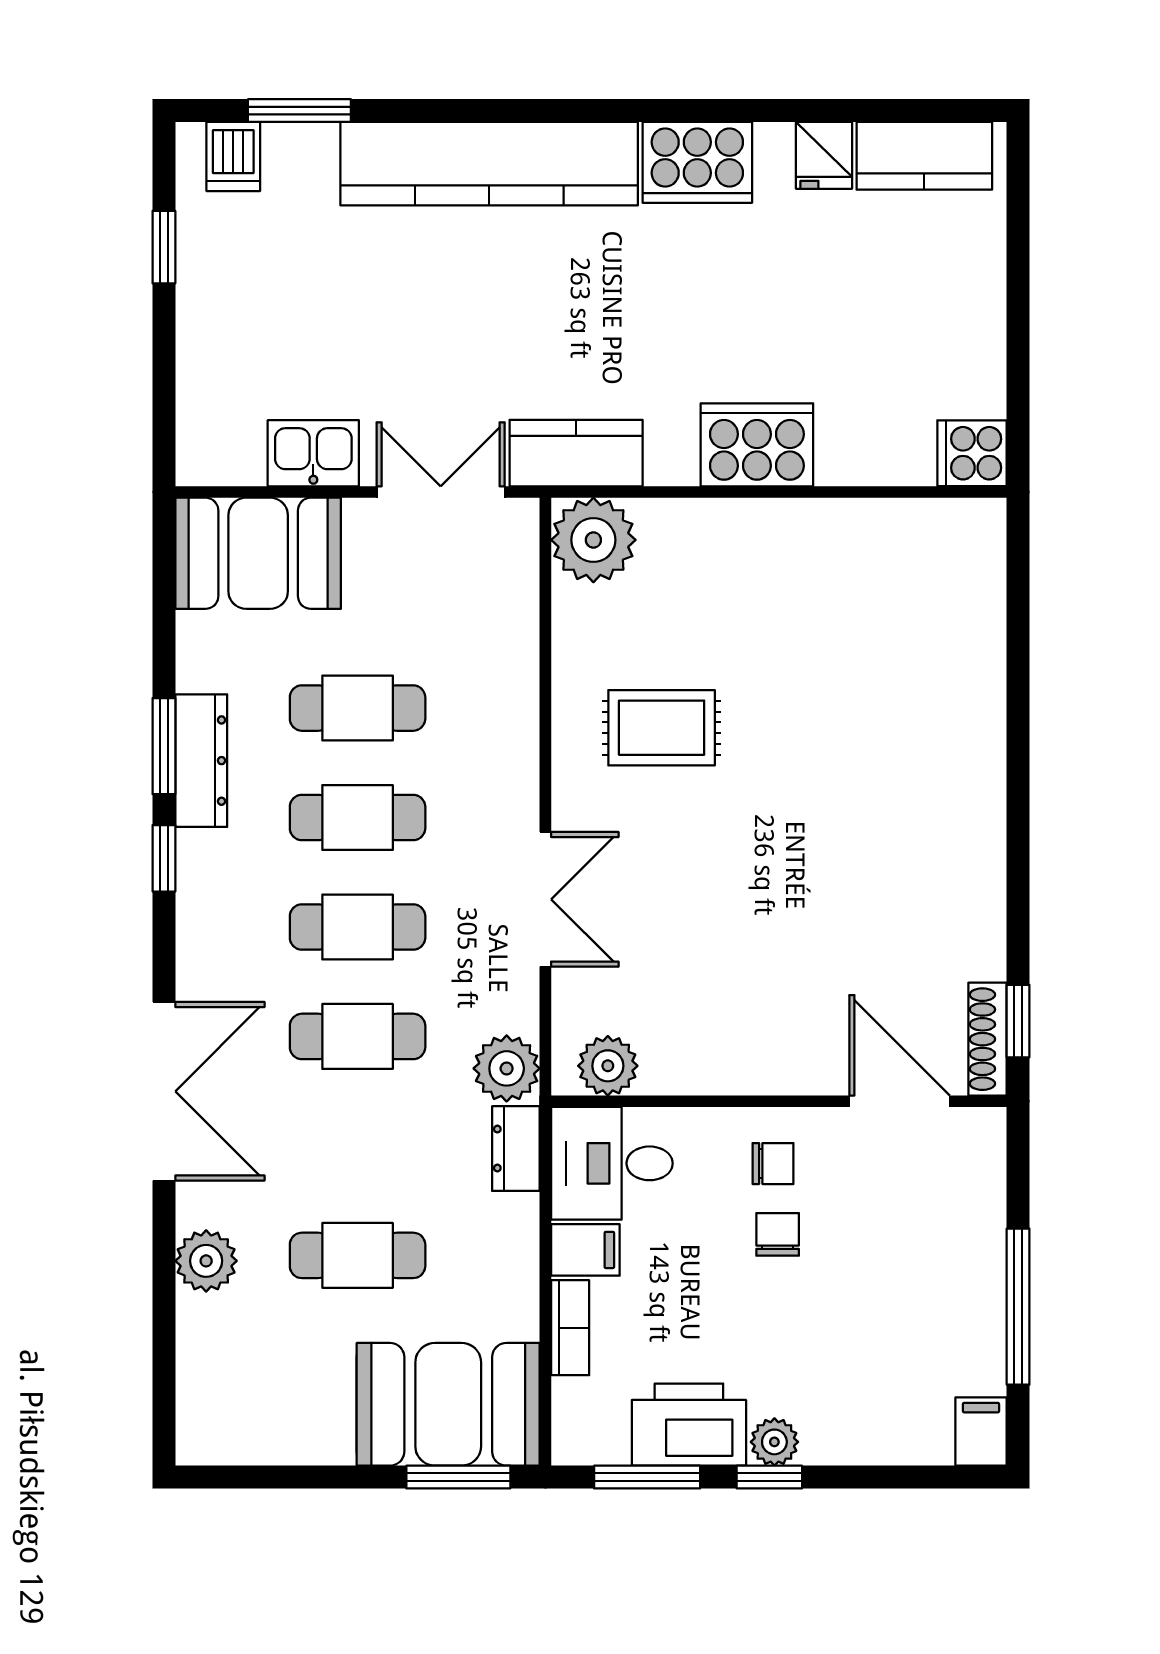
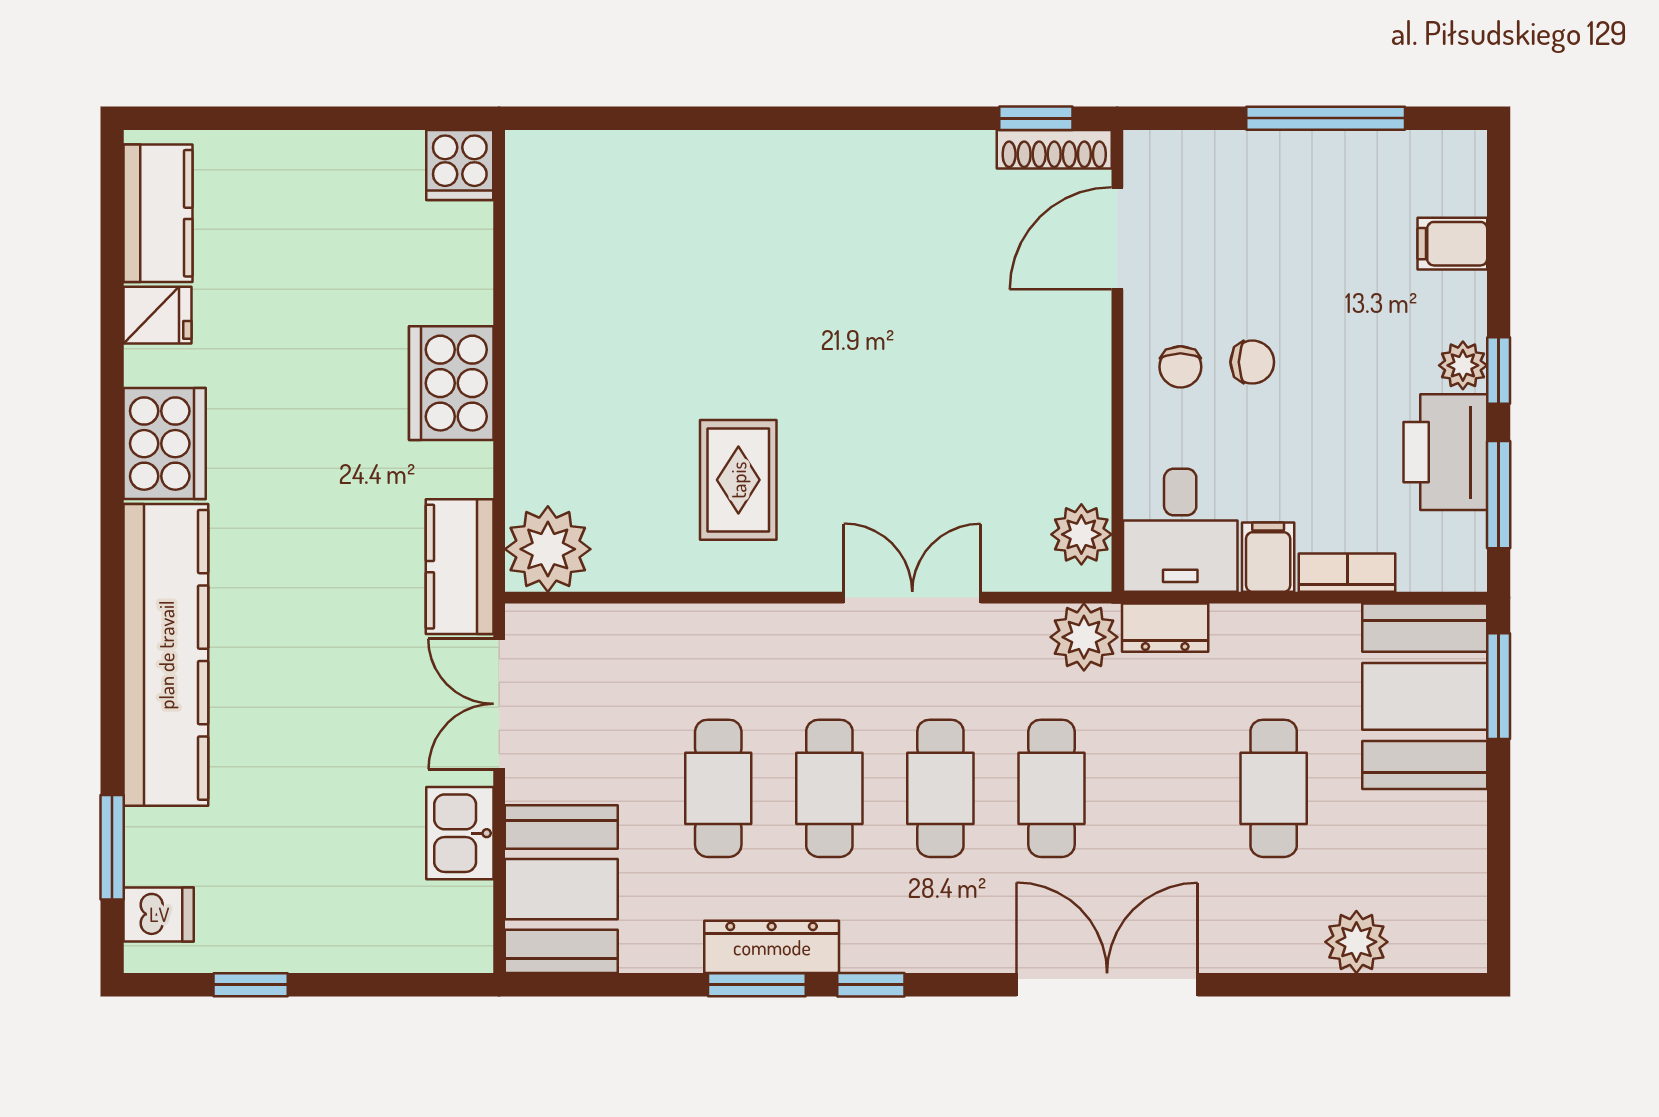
chair: (773, 1164) -> (1180, 367), turned 180
chair: (778, 1234) -> (1252, 362), turned 180
plant: (206, 1261) -> (1356, 942), moved
filing cabinet: (981, 1432) -> (1452, 244), moved

